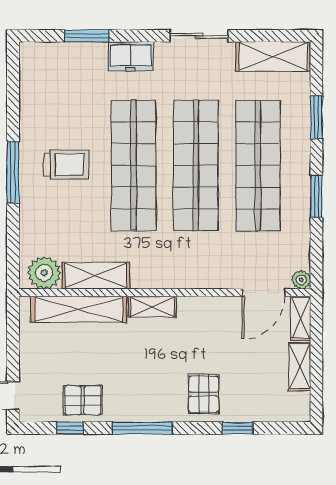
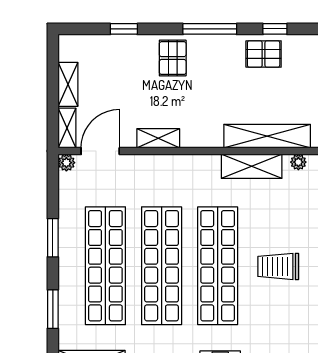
plant: (44, 273) -> (298, 162), width x0.53, depth x0.53
shelving: (152, 307) -> (158, 138), moved
pallet: (204, 394) -> (173, 58), moved

